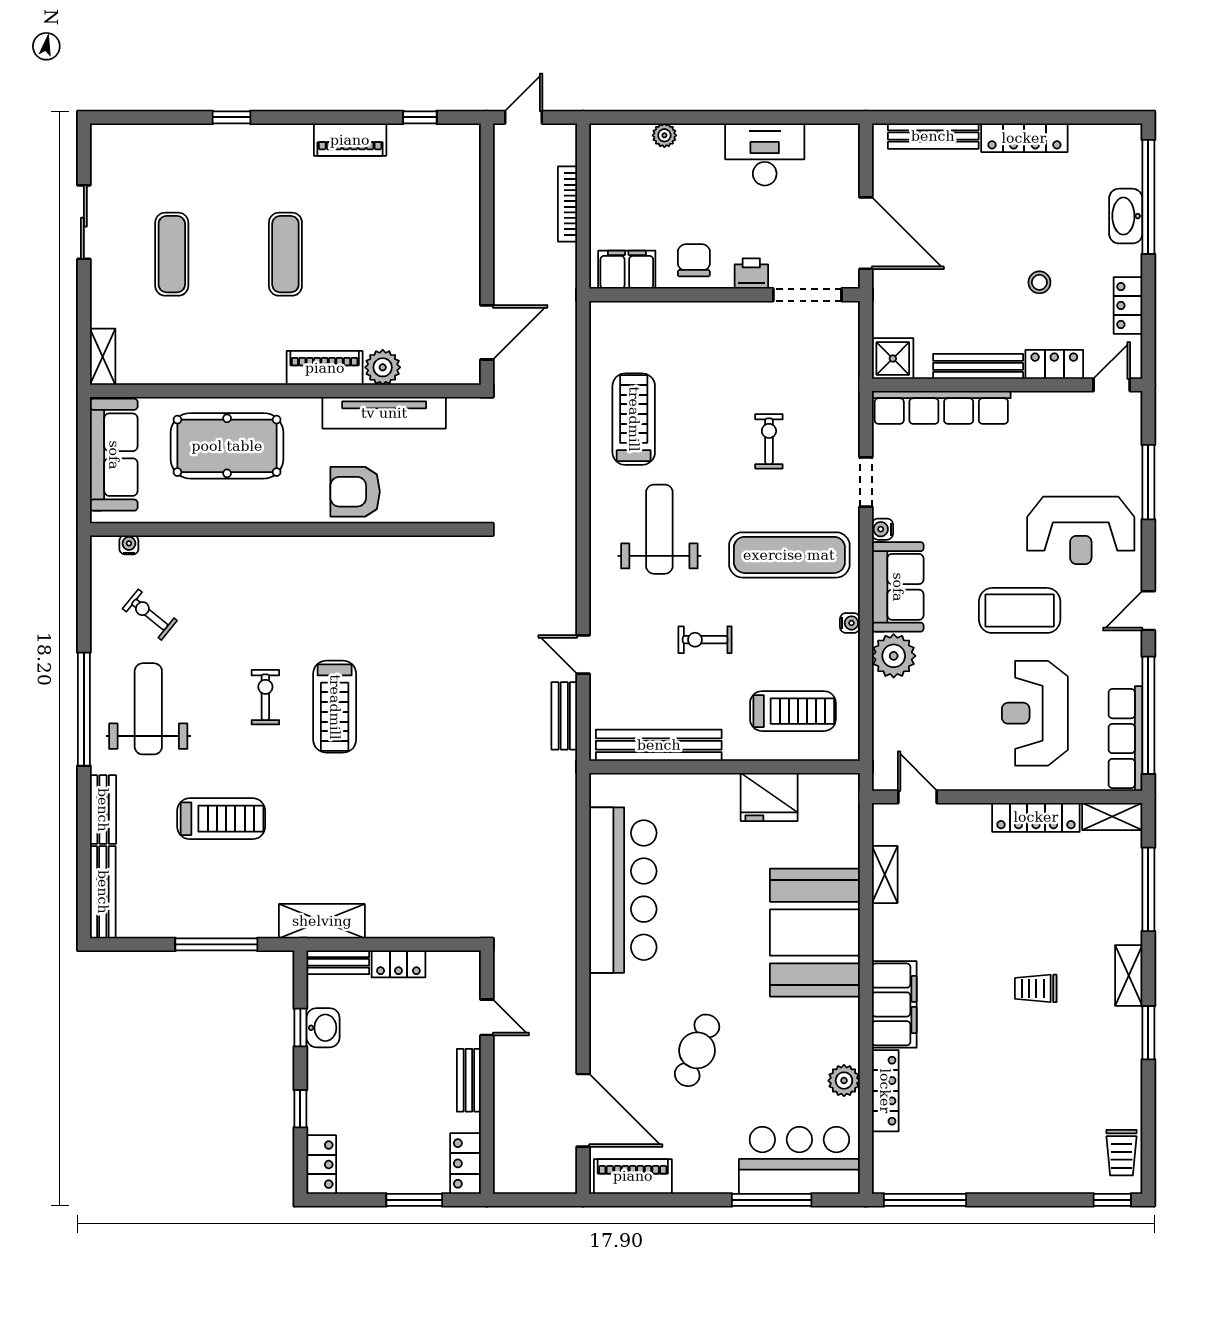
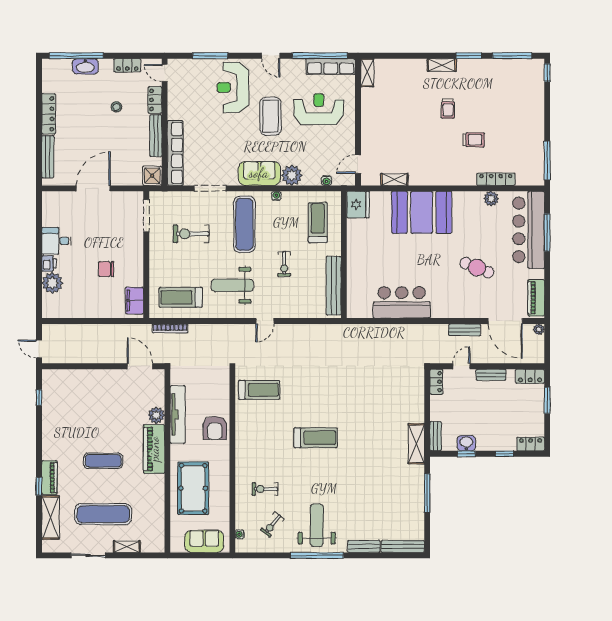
plant: (664, 135) -> (52, 283), width x1.88, depth x1.88
piano: (350, 140) -> (49, 478), moved
shelving: (165, 142) -> (51, 518), added
desk: (765, 154) -> (56, 241), width x0.73
bookcase: (567, 204) -> (170, 328), moved
exercise mat: (172, 254) -> (103, 514), width x1.36, depth x1.45
filing cabinet: (627, 270) -> (134, 301), moved
printer: (751, 274) -> (49, 263), moved, turned 180
wall: (724, 295) -> (146, 255), moved
doorway: (807, 295) -> (146, 216), moved
shelving: (103, 357) -> (127, 547), moved
piano: (325, 368) -> (154, 449), width x1.37, depth x1.33
exercise bike: (769, 441) -> (191, 234), width x1.38, depth x1.39
sofa: (114, 455) -> (204, 541), width x0.73
doorway: (866, 482) -> (210, 188), width x1.38
water cooler: (882, 529) -> (327, 181), moved
reception desk: (1081, 530) -> (233, 87), turned 180
door: (583, 654) -> (265, 321), moved
exercise bike: (265, 697) -> (265, 489), moved
weight bench: (148, 709) -> (317, 525), turned 90
reception desk: (1035, 713) -> (319, 109), turned 180
bench: (564, 716) -> (465, 330), moved
fridge: (769, 797) -> (358, 205), moved
locker: (1036, 817) -> (368, 108), removed
treadmill: (221, 819) -> (259, 390), moved, turned 90
window: (1148, 889) -> (512, 56), moved
bar counter: (623, 890) -> (402, 302), width x0.73
locker: (398, 964) -> (436, 382), moved
filing cabinet: (894, 1004) -> (455, 175), removed
door: (583, 1110) -> (505, 321), swing flipped
trolley: (1122, 1153) -> (474, 140), moved
bar counter: (799, 1160) -> (529, 230), width x1.36
plant: (565, 1182) -> (539, 329), added

